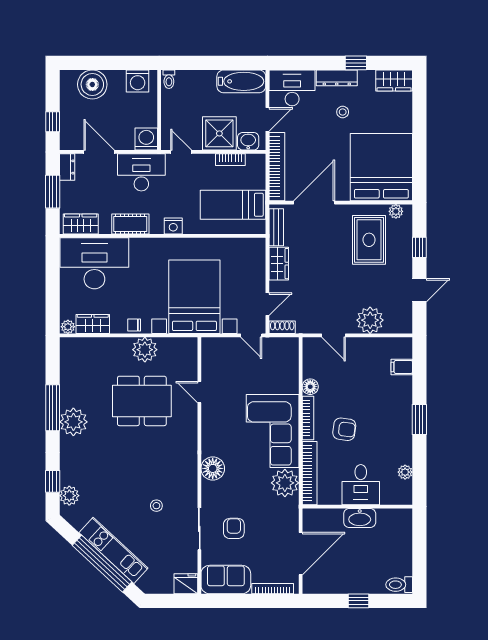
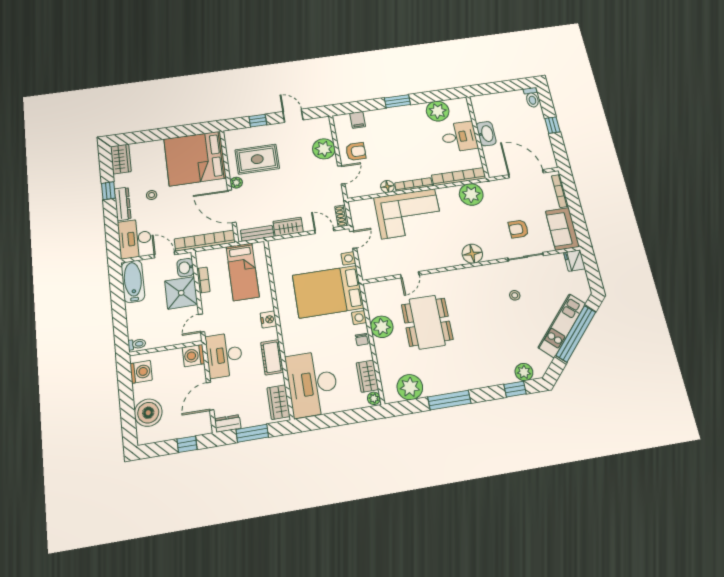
plant: (396, 211) -> (236, 183), moved
plant: (73, 422) -> (410, 387), moved
armchair: (344, 429) -> (356, 152), moved, turned 83
corner sofa: (273, 431) -> (408, 214), moved
plant: (405, 472) -> (438, 111), width x1.87, depth x1.87

